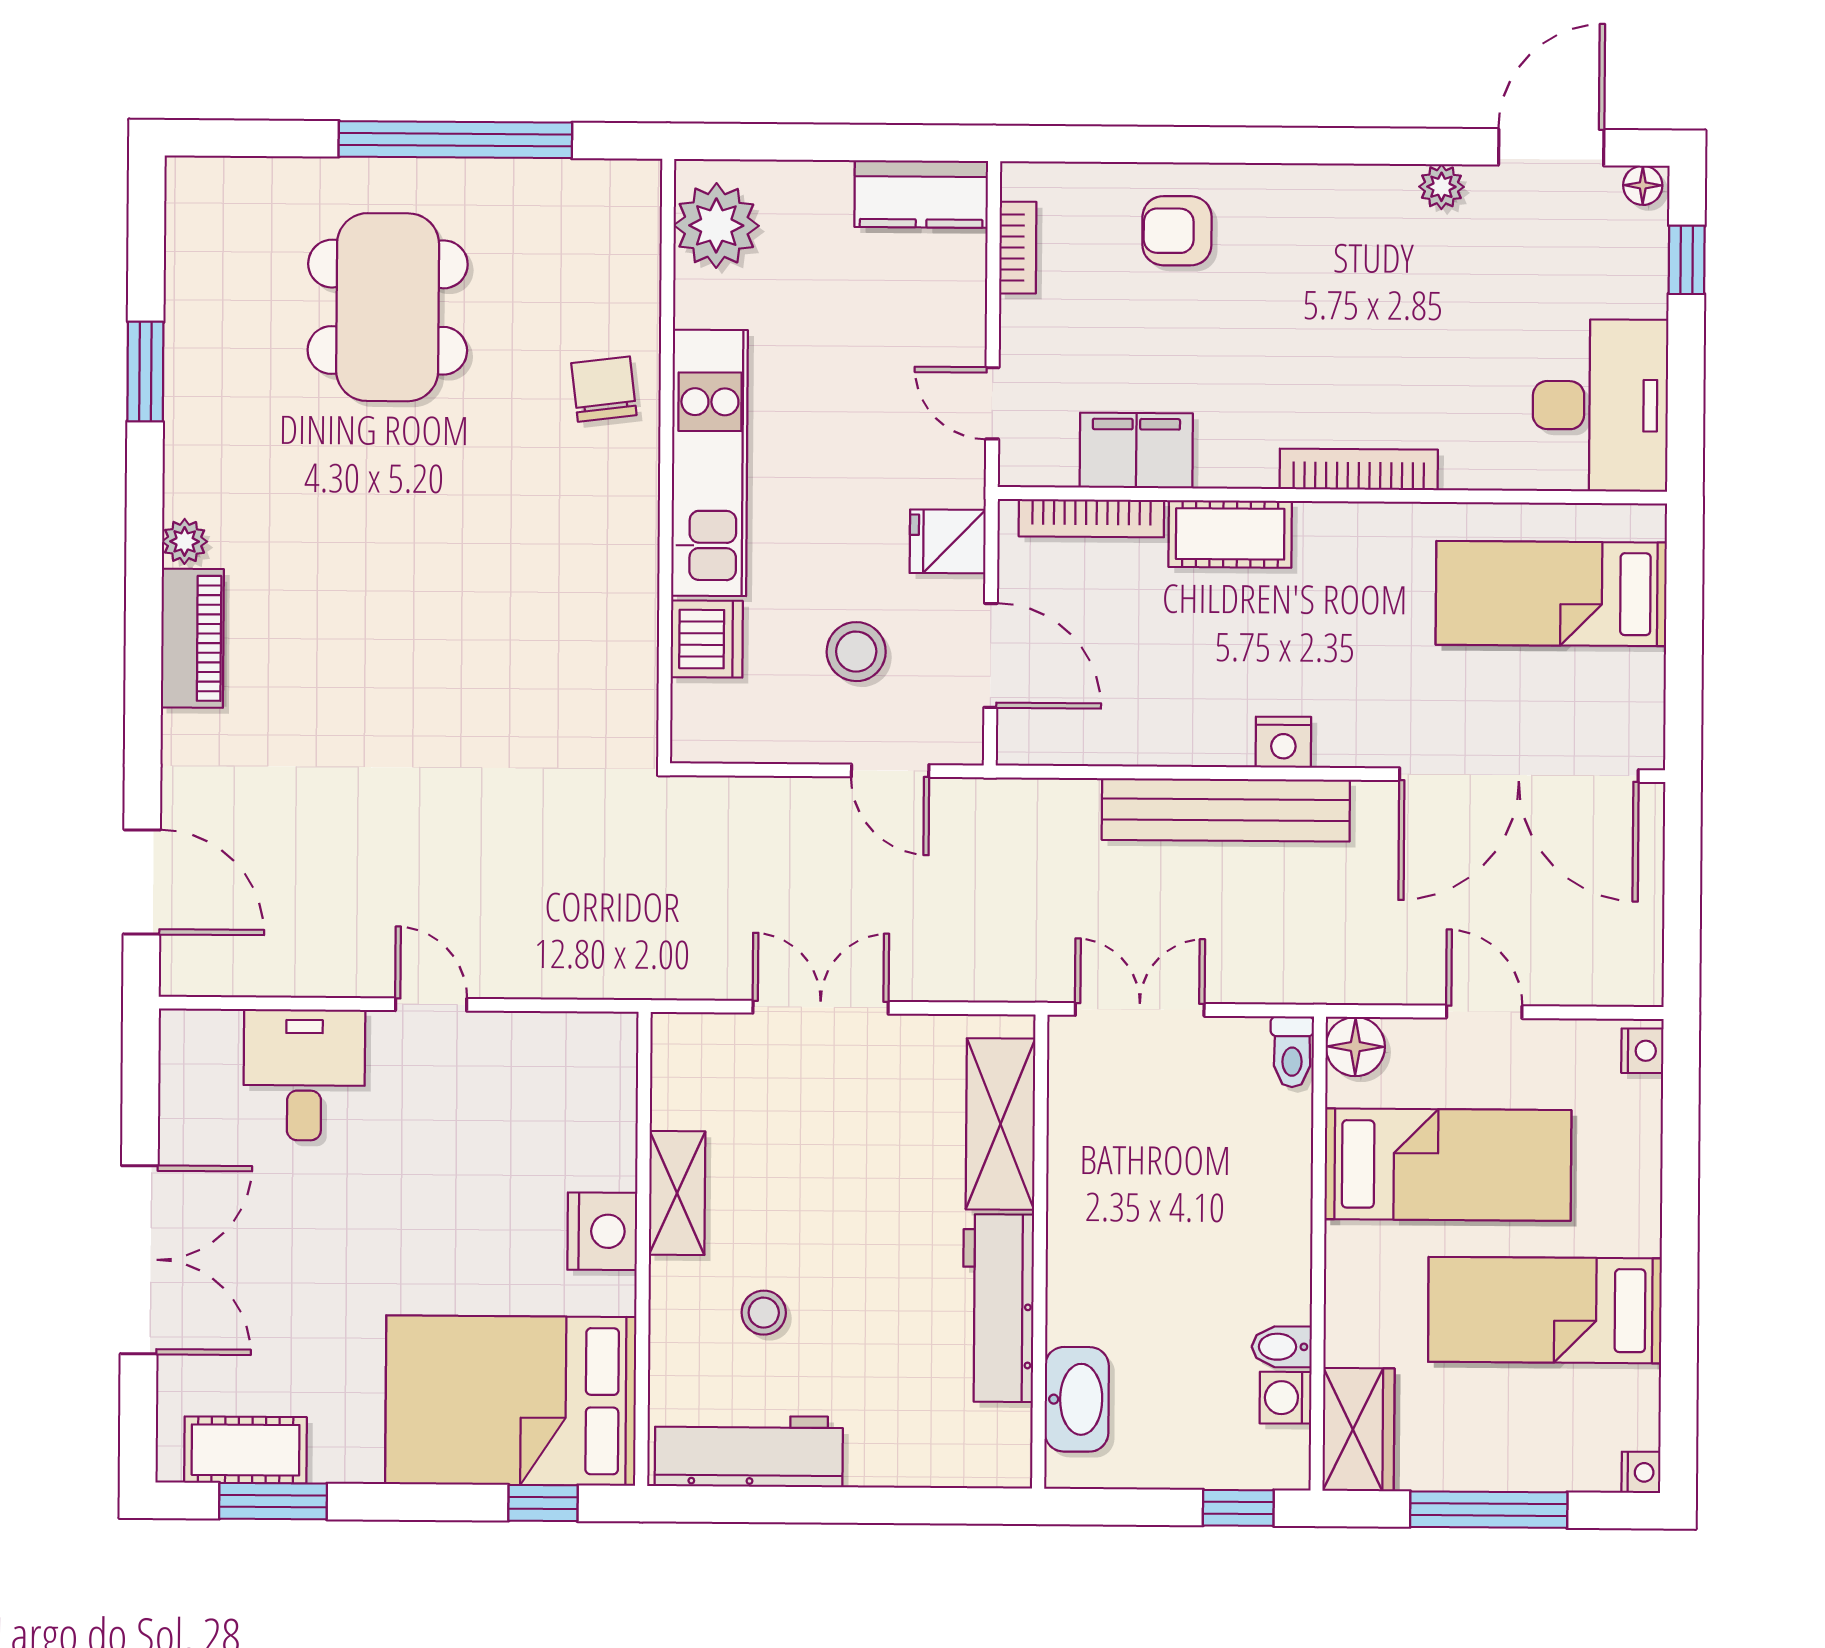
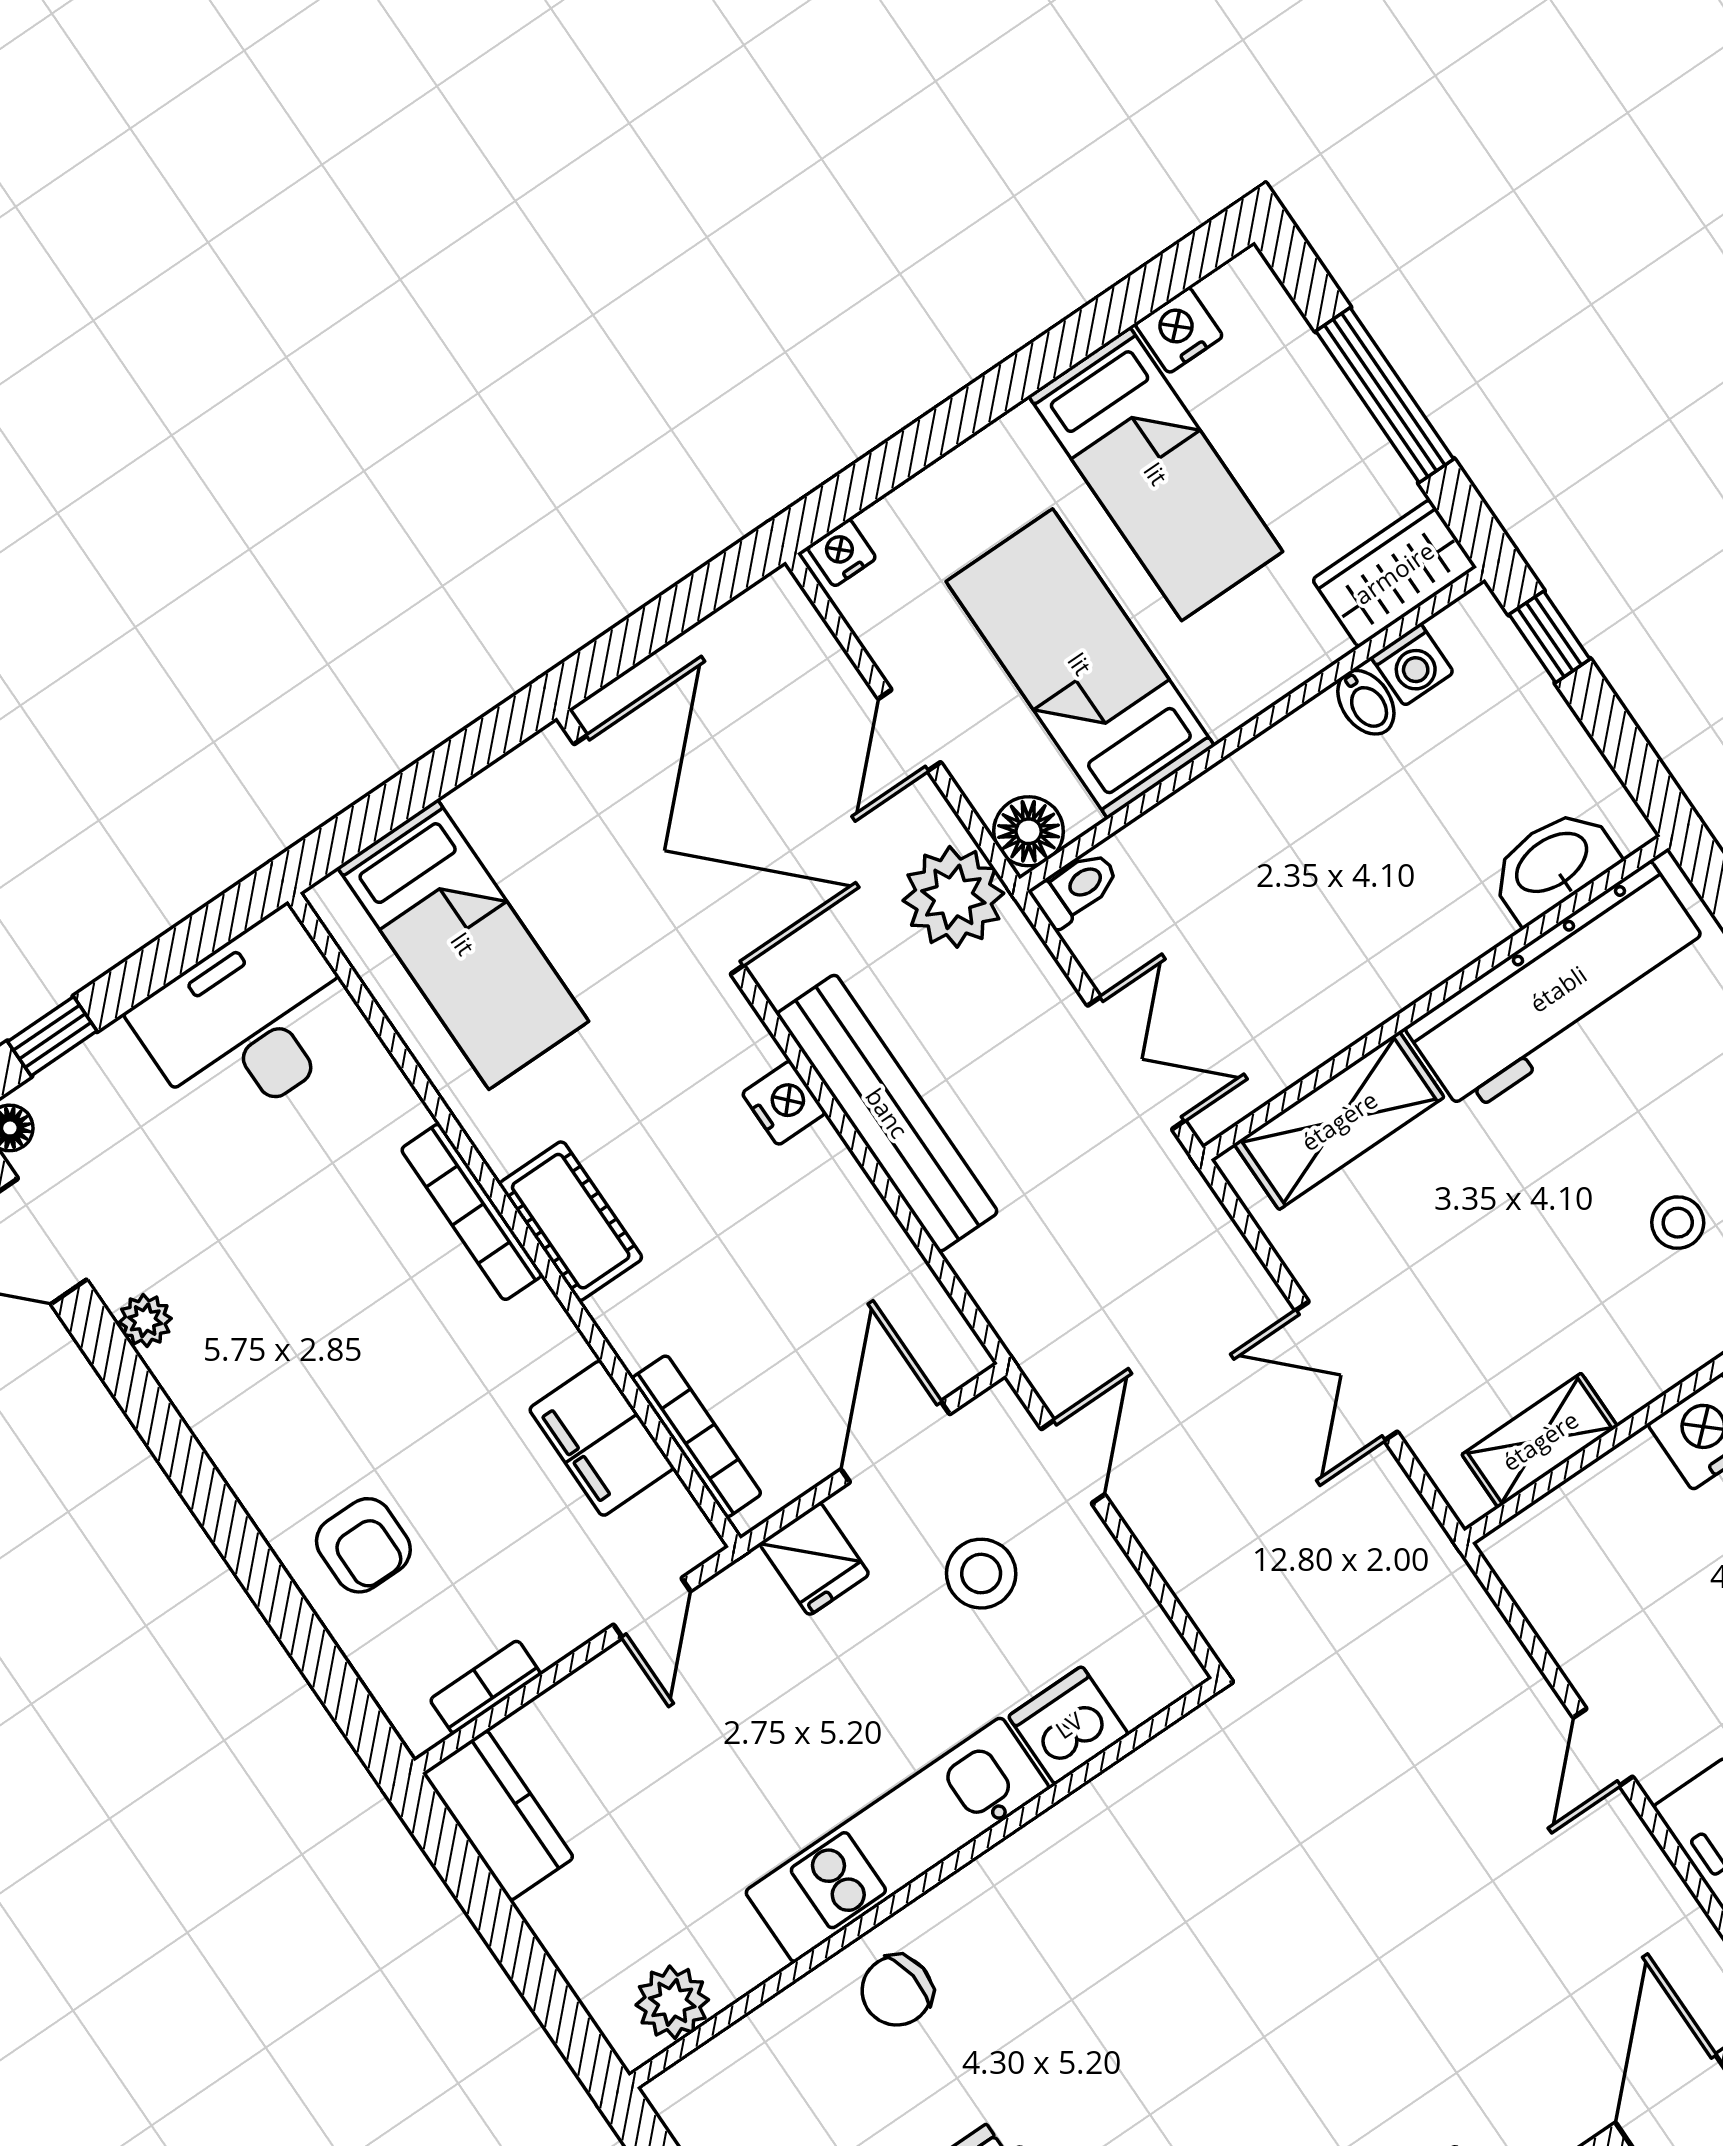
plant: (716, 225) -> (672, 2002), width x0.73, depth x0.73
cot: (1230, 534) -> (571, 1221), moved
plant: (1346, 962) -> (953, 897), added
double door: (1140, 1009) -> (1136, 1063), swing flipped
shelving: (677, 1193) -> (1540, 1441), moved
workbench: (998, 1308) -> (1558, 989), width x1.36, depth x1.32
nightstand: (1641, 1472) -> (1179, 330), moved, width x1.39, depth x1.35

